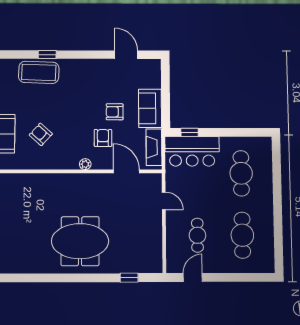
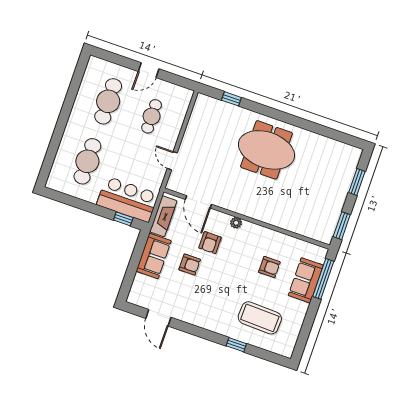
coffee table: (39, 72) -> (260, 318), moved
armchair: (41, 134) -> (269, 267), turned -42
door: (193, 277) -> (149, 70), moved

